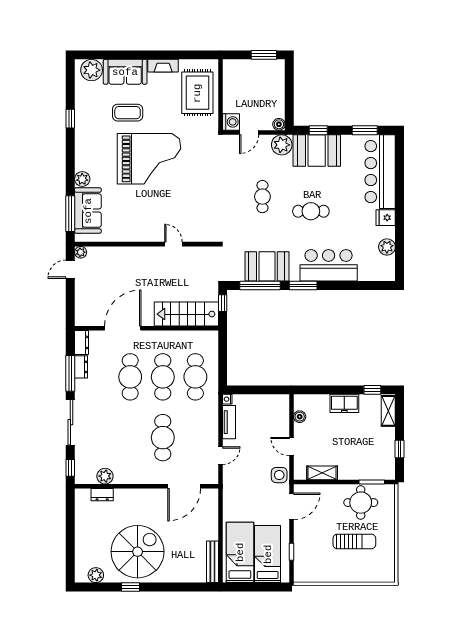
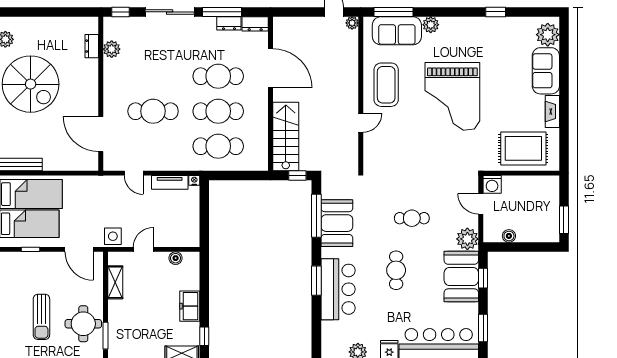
coffee table: (128, 113) -> (386, 85), moved, width x1.36, depth x1.32
boiler: (279, 124) -> (509, 236), moved
window: (303, 285) -> (316, 281), moved

